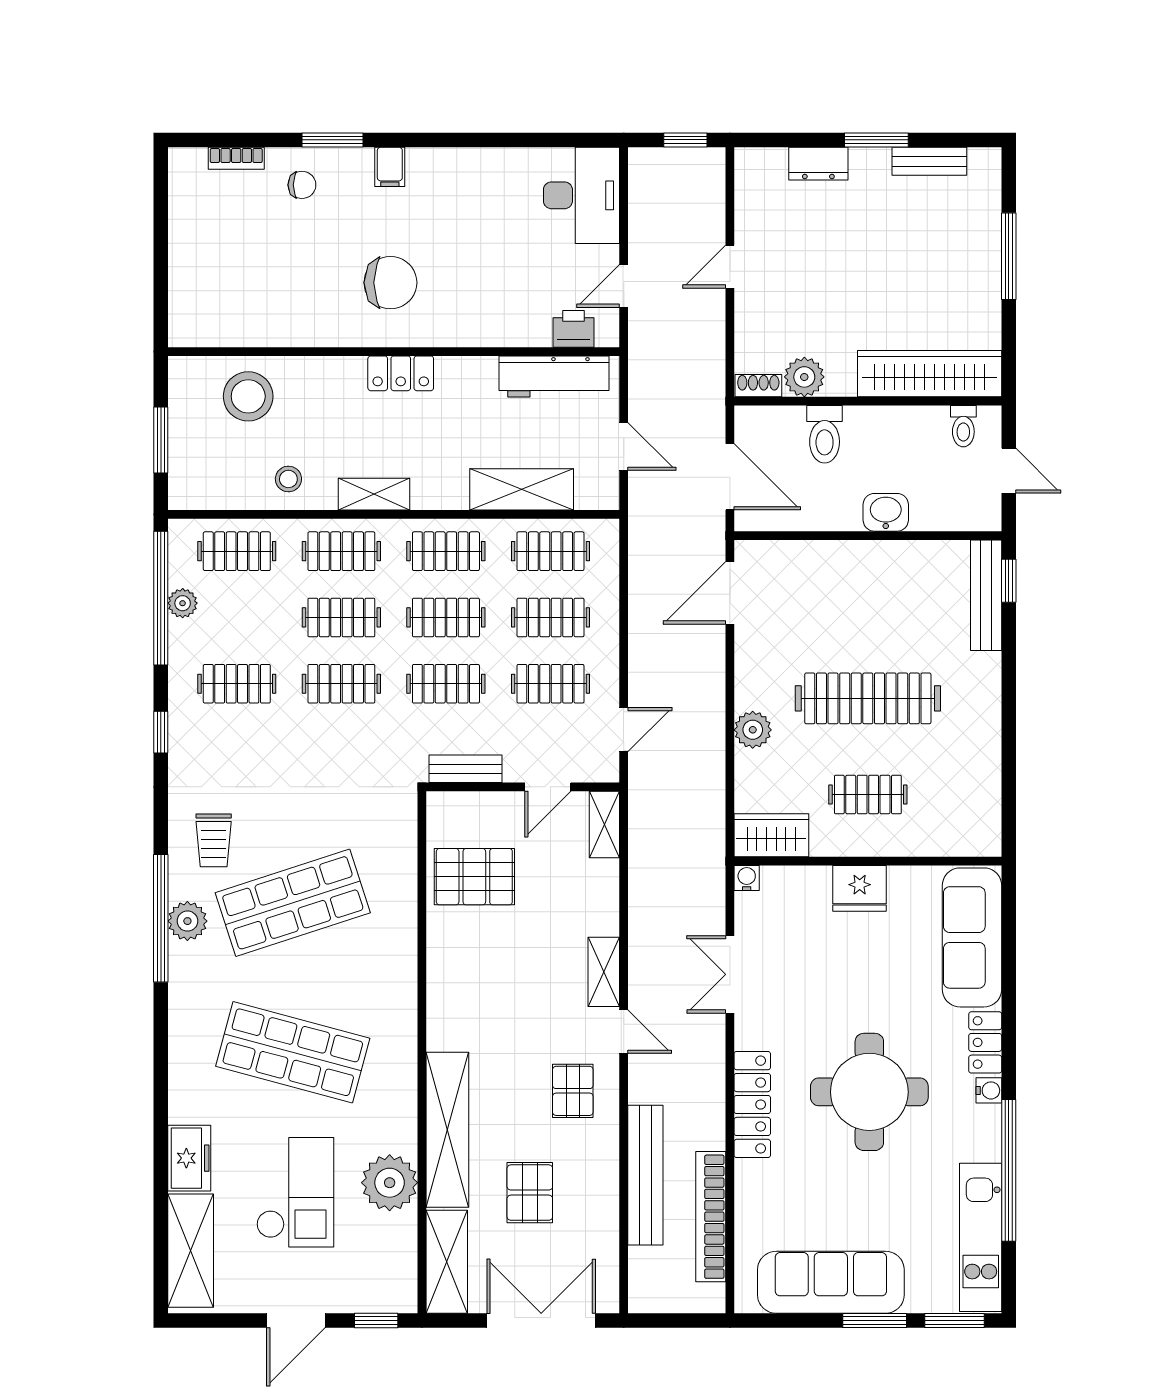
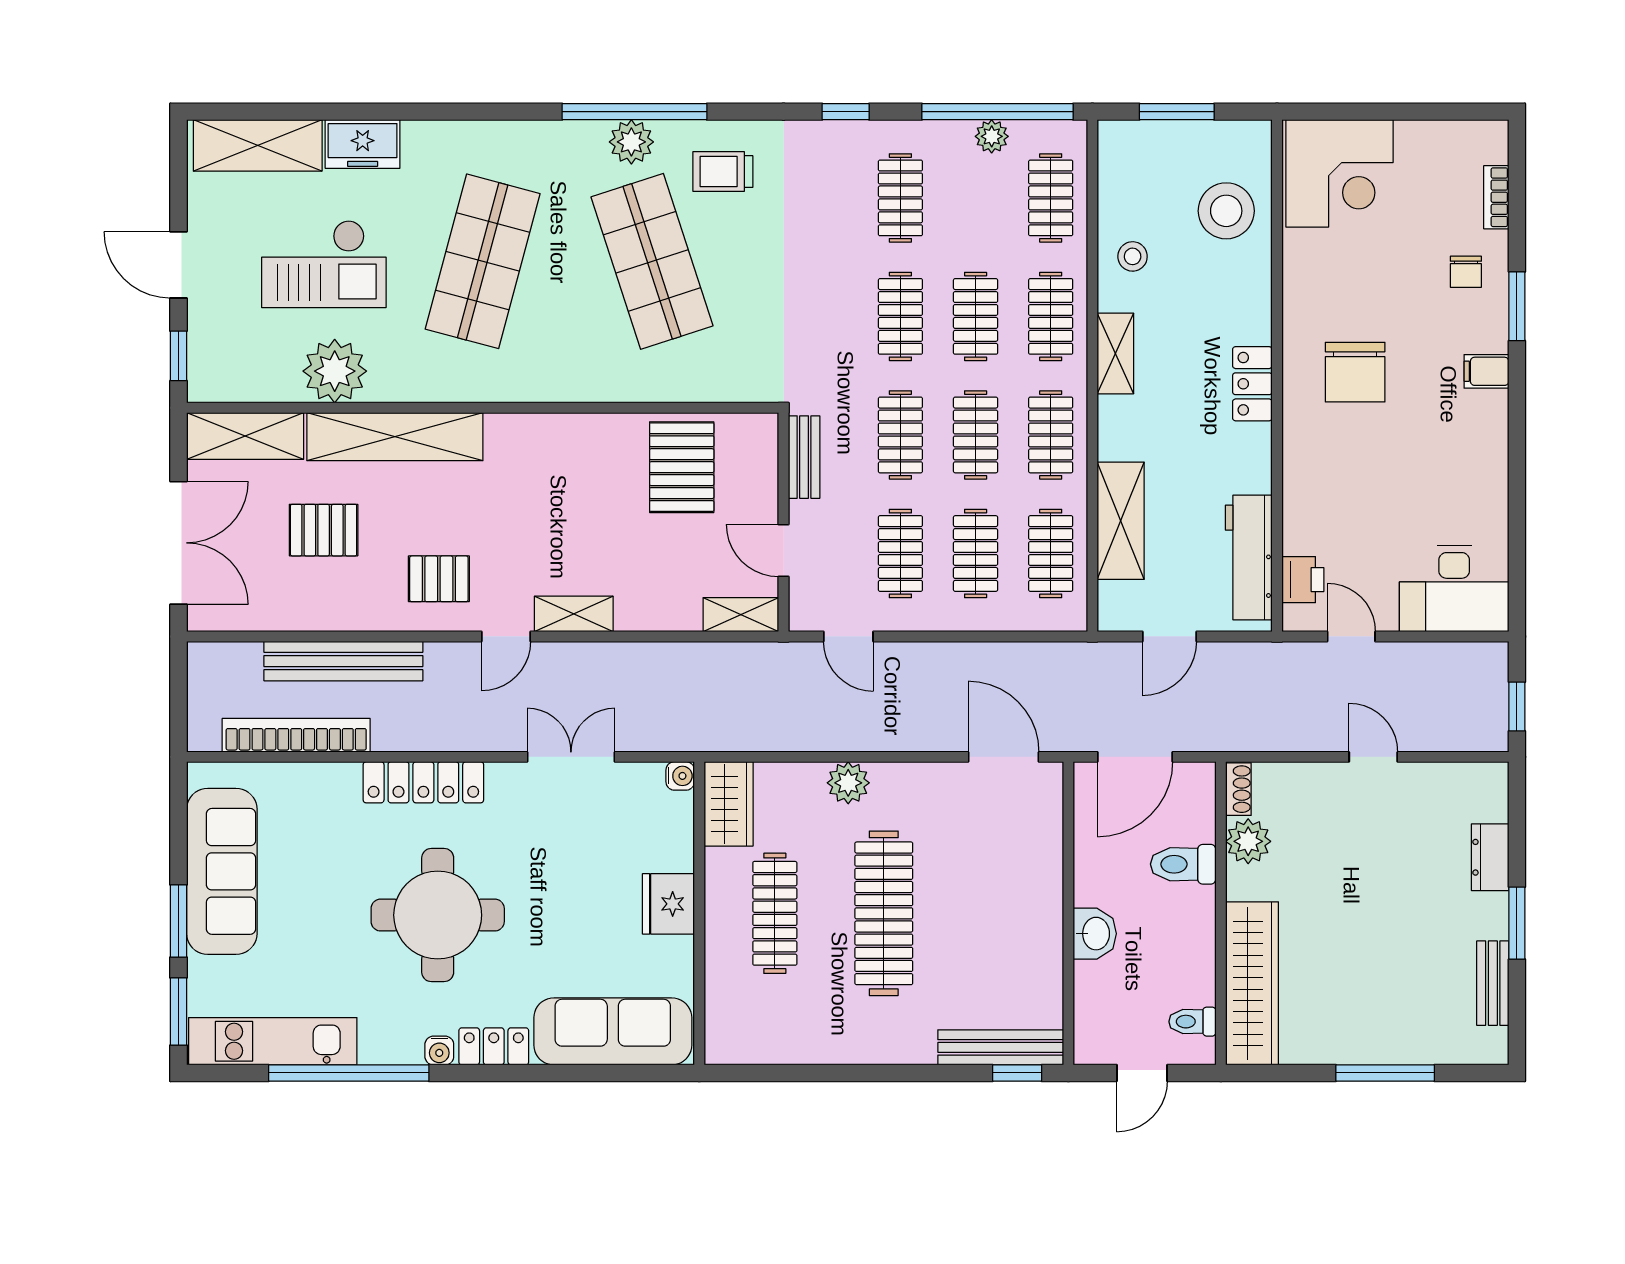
corner desk: (215, 297) -> (1339, 173), added
clothes rail: (868, 795) -> (775, 913), width x1.36

